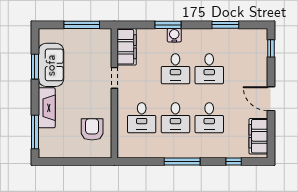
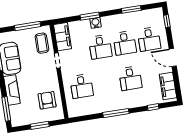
coffee table: (97, 51) -> (42, 43), added
desk: (175, 118) -> (149, 39), moved
window: (77, 162) -> (40, 125), added

